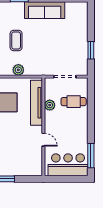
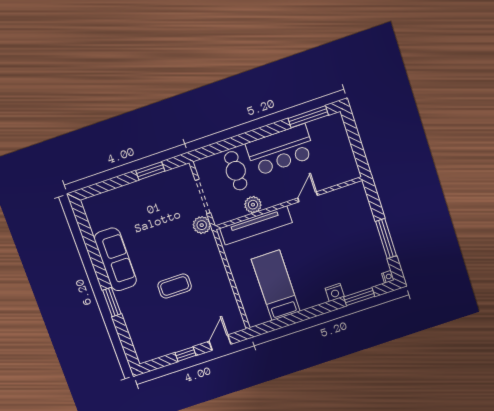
plant: (18, 70) -> (202, 225), moved
bar counter: (68, 165) -> (280, 150), moved, turned -90

